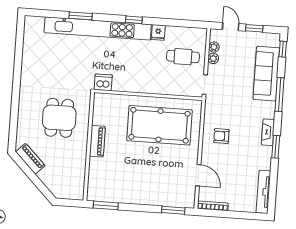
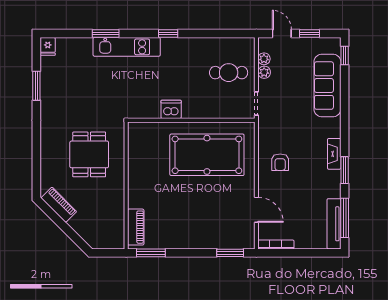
kitchen unit: (98, 28) -> (127, 47), width x0.54
fridge: (158, 32) -> (48, 46), moved
window: (18, 56) -> (36, 86), added
dishwasher: (103, 82) -> (171, 109), moved
window: (280, 94) -> (345, 218), moved
armchair: (221, 136) -> (280, 162), turned -90
piano: (97, 141) -> (136, 227), moved

